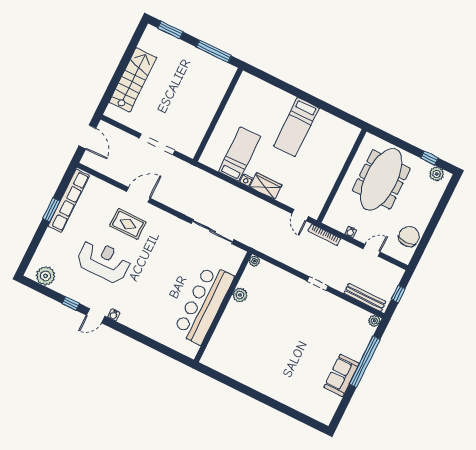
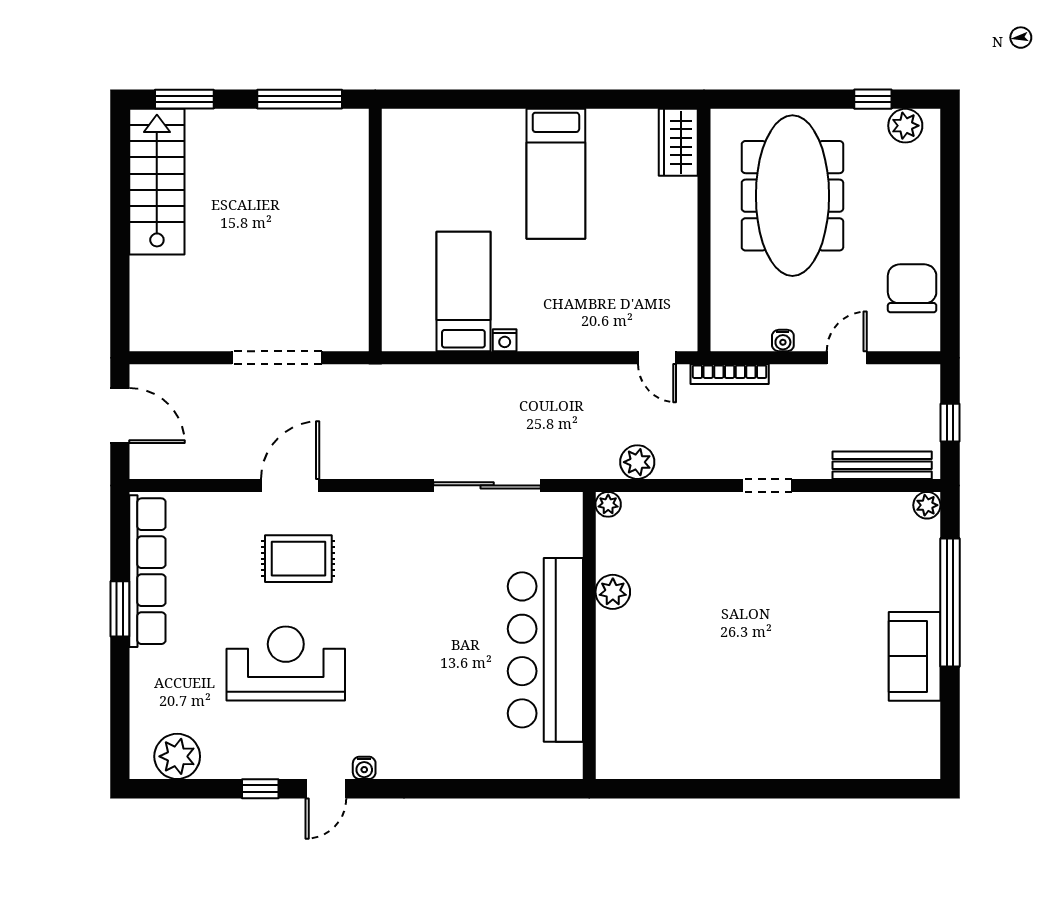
stairs: (133, 80) -> (157, 182), moved
wardrobe: (266, 186) -> (678, 142), moved, turned -90
plant: (273, 251) -> (637, 462), added

